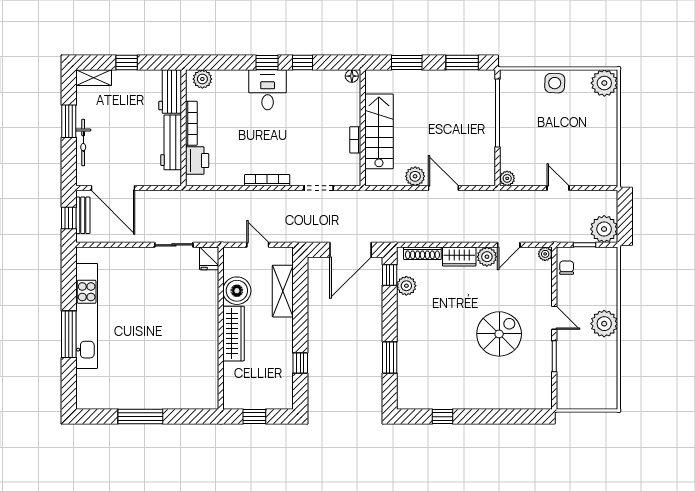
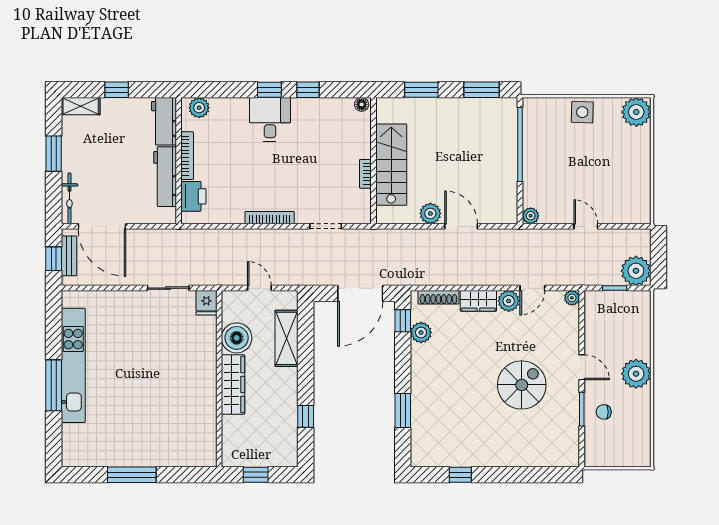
bicycle: (83, 143) -> (69, 198), moved
chair: (567, 268) -> (604, 412), moved, turned -90

